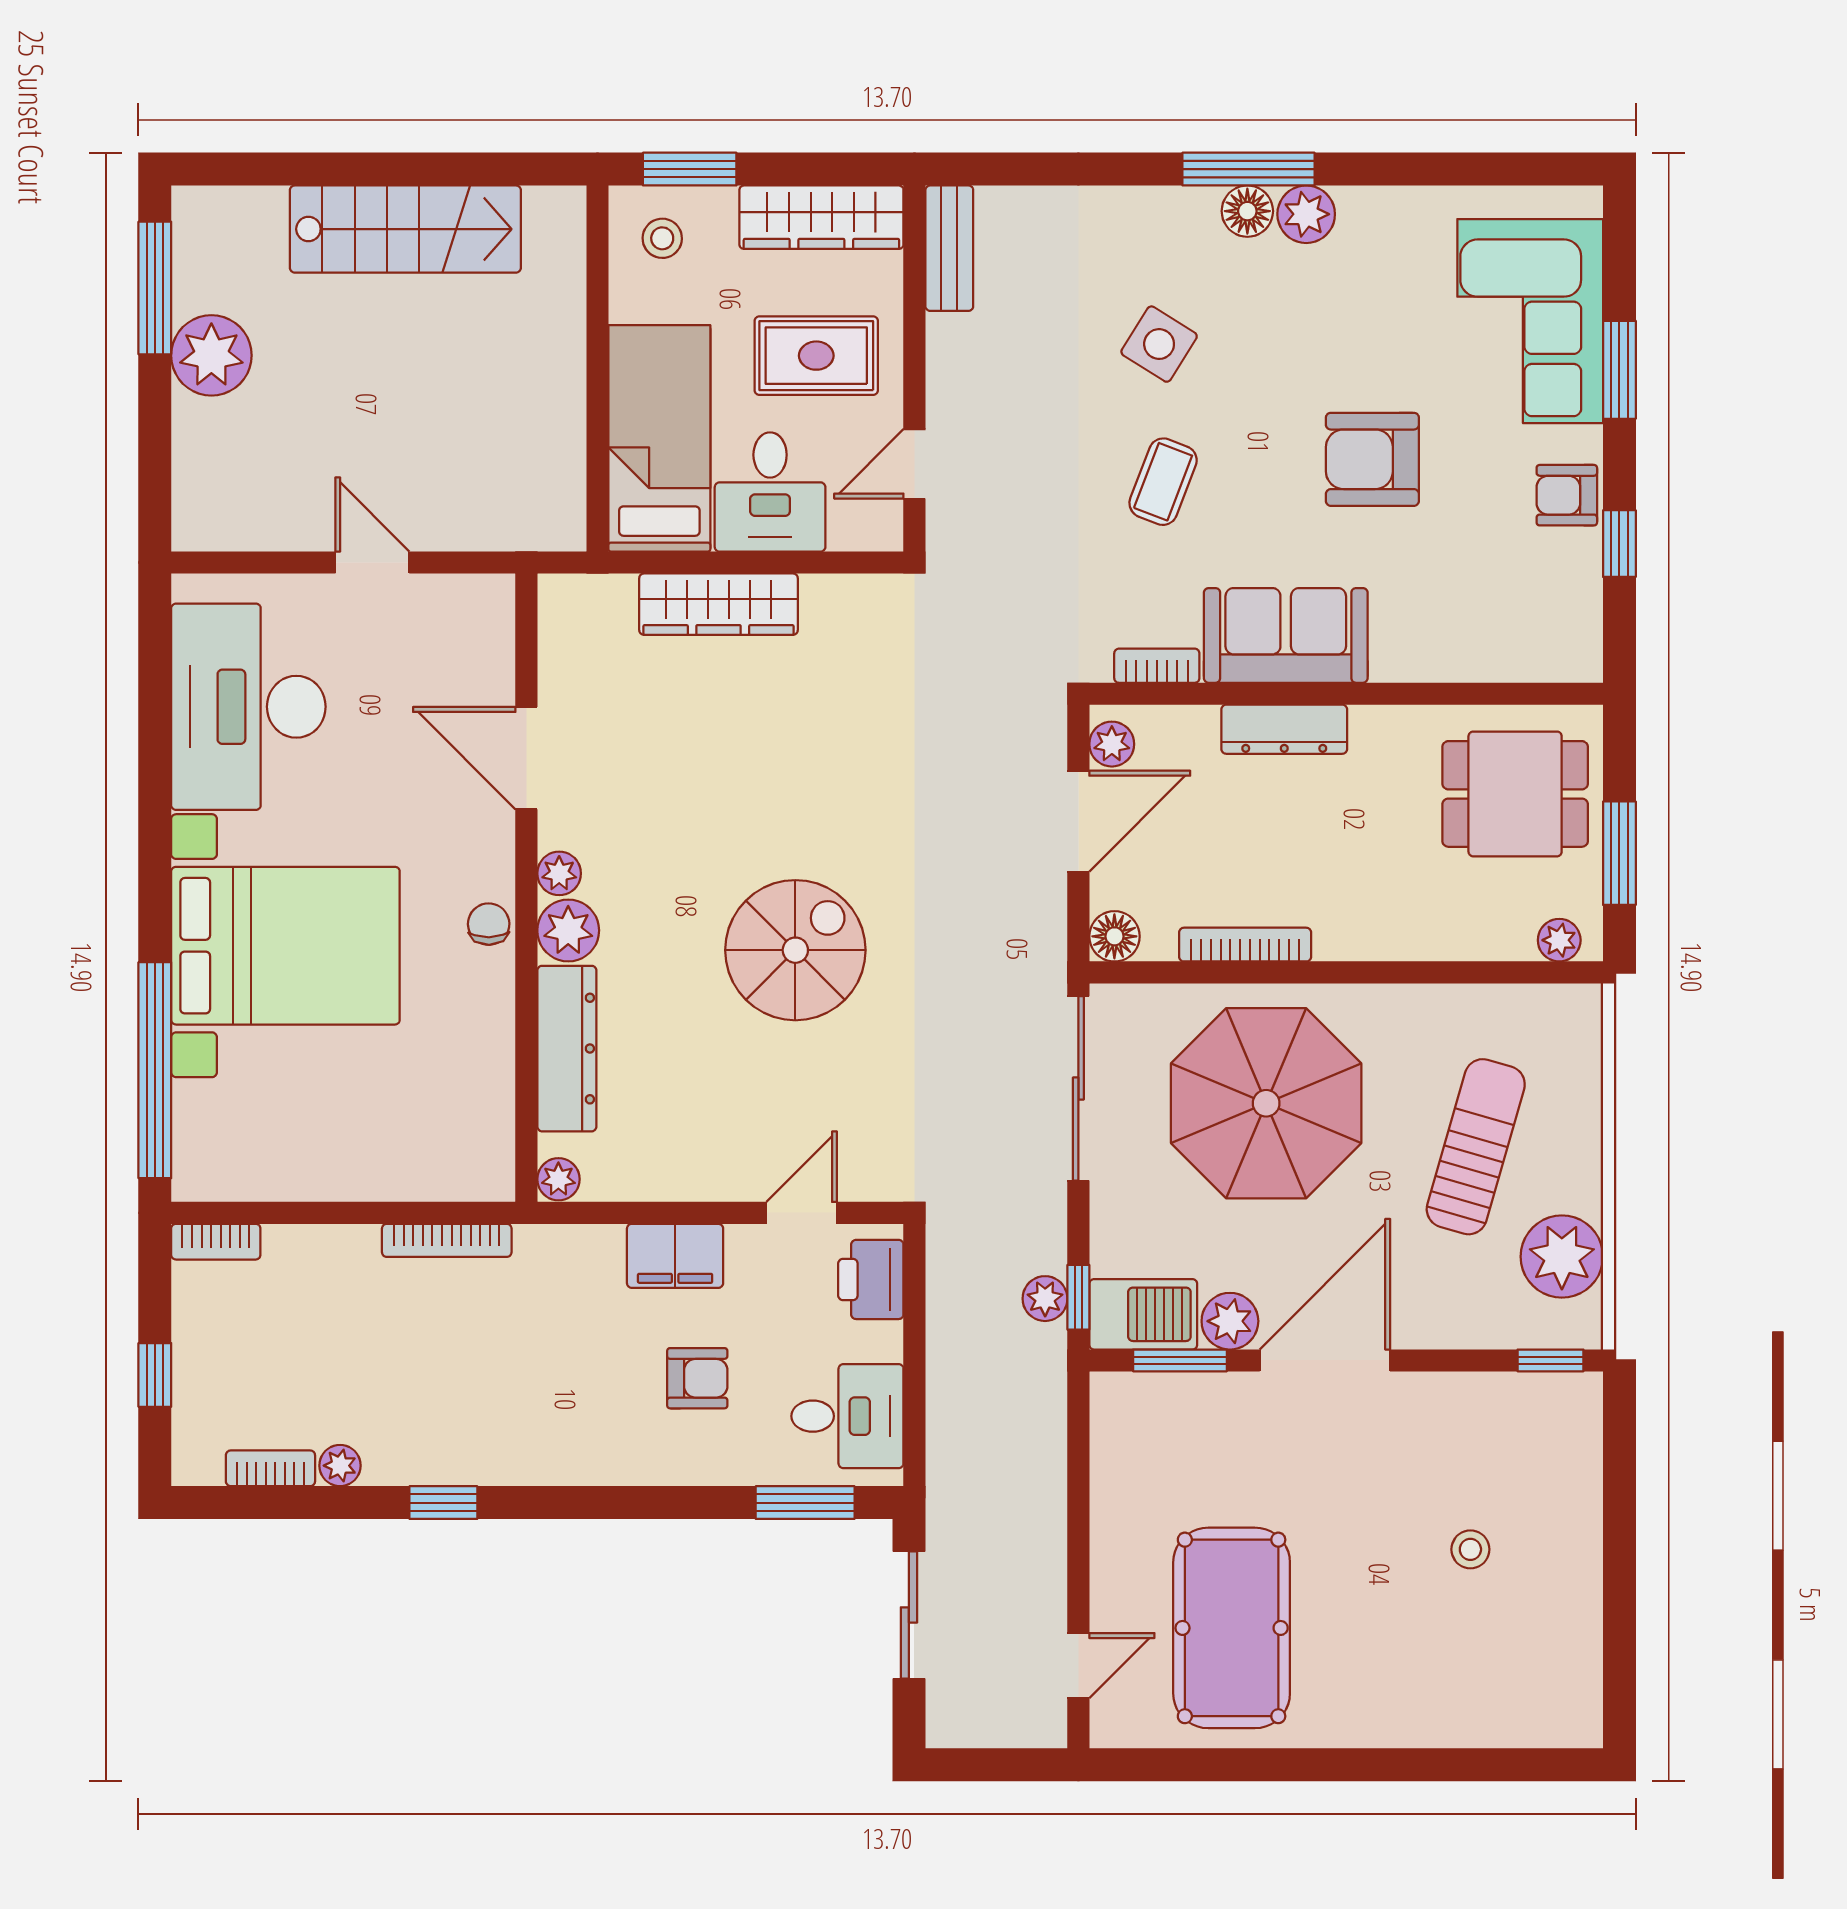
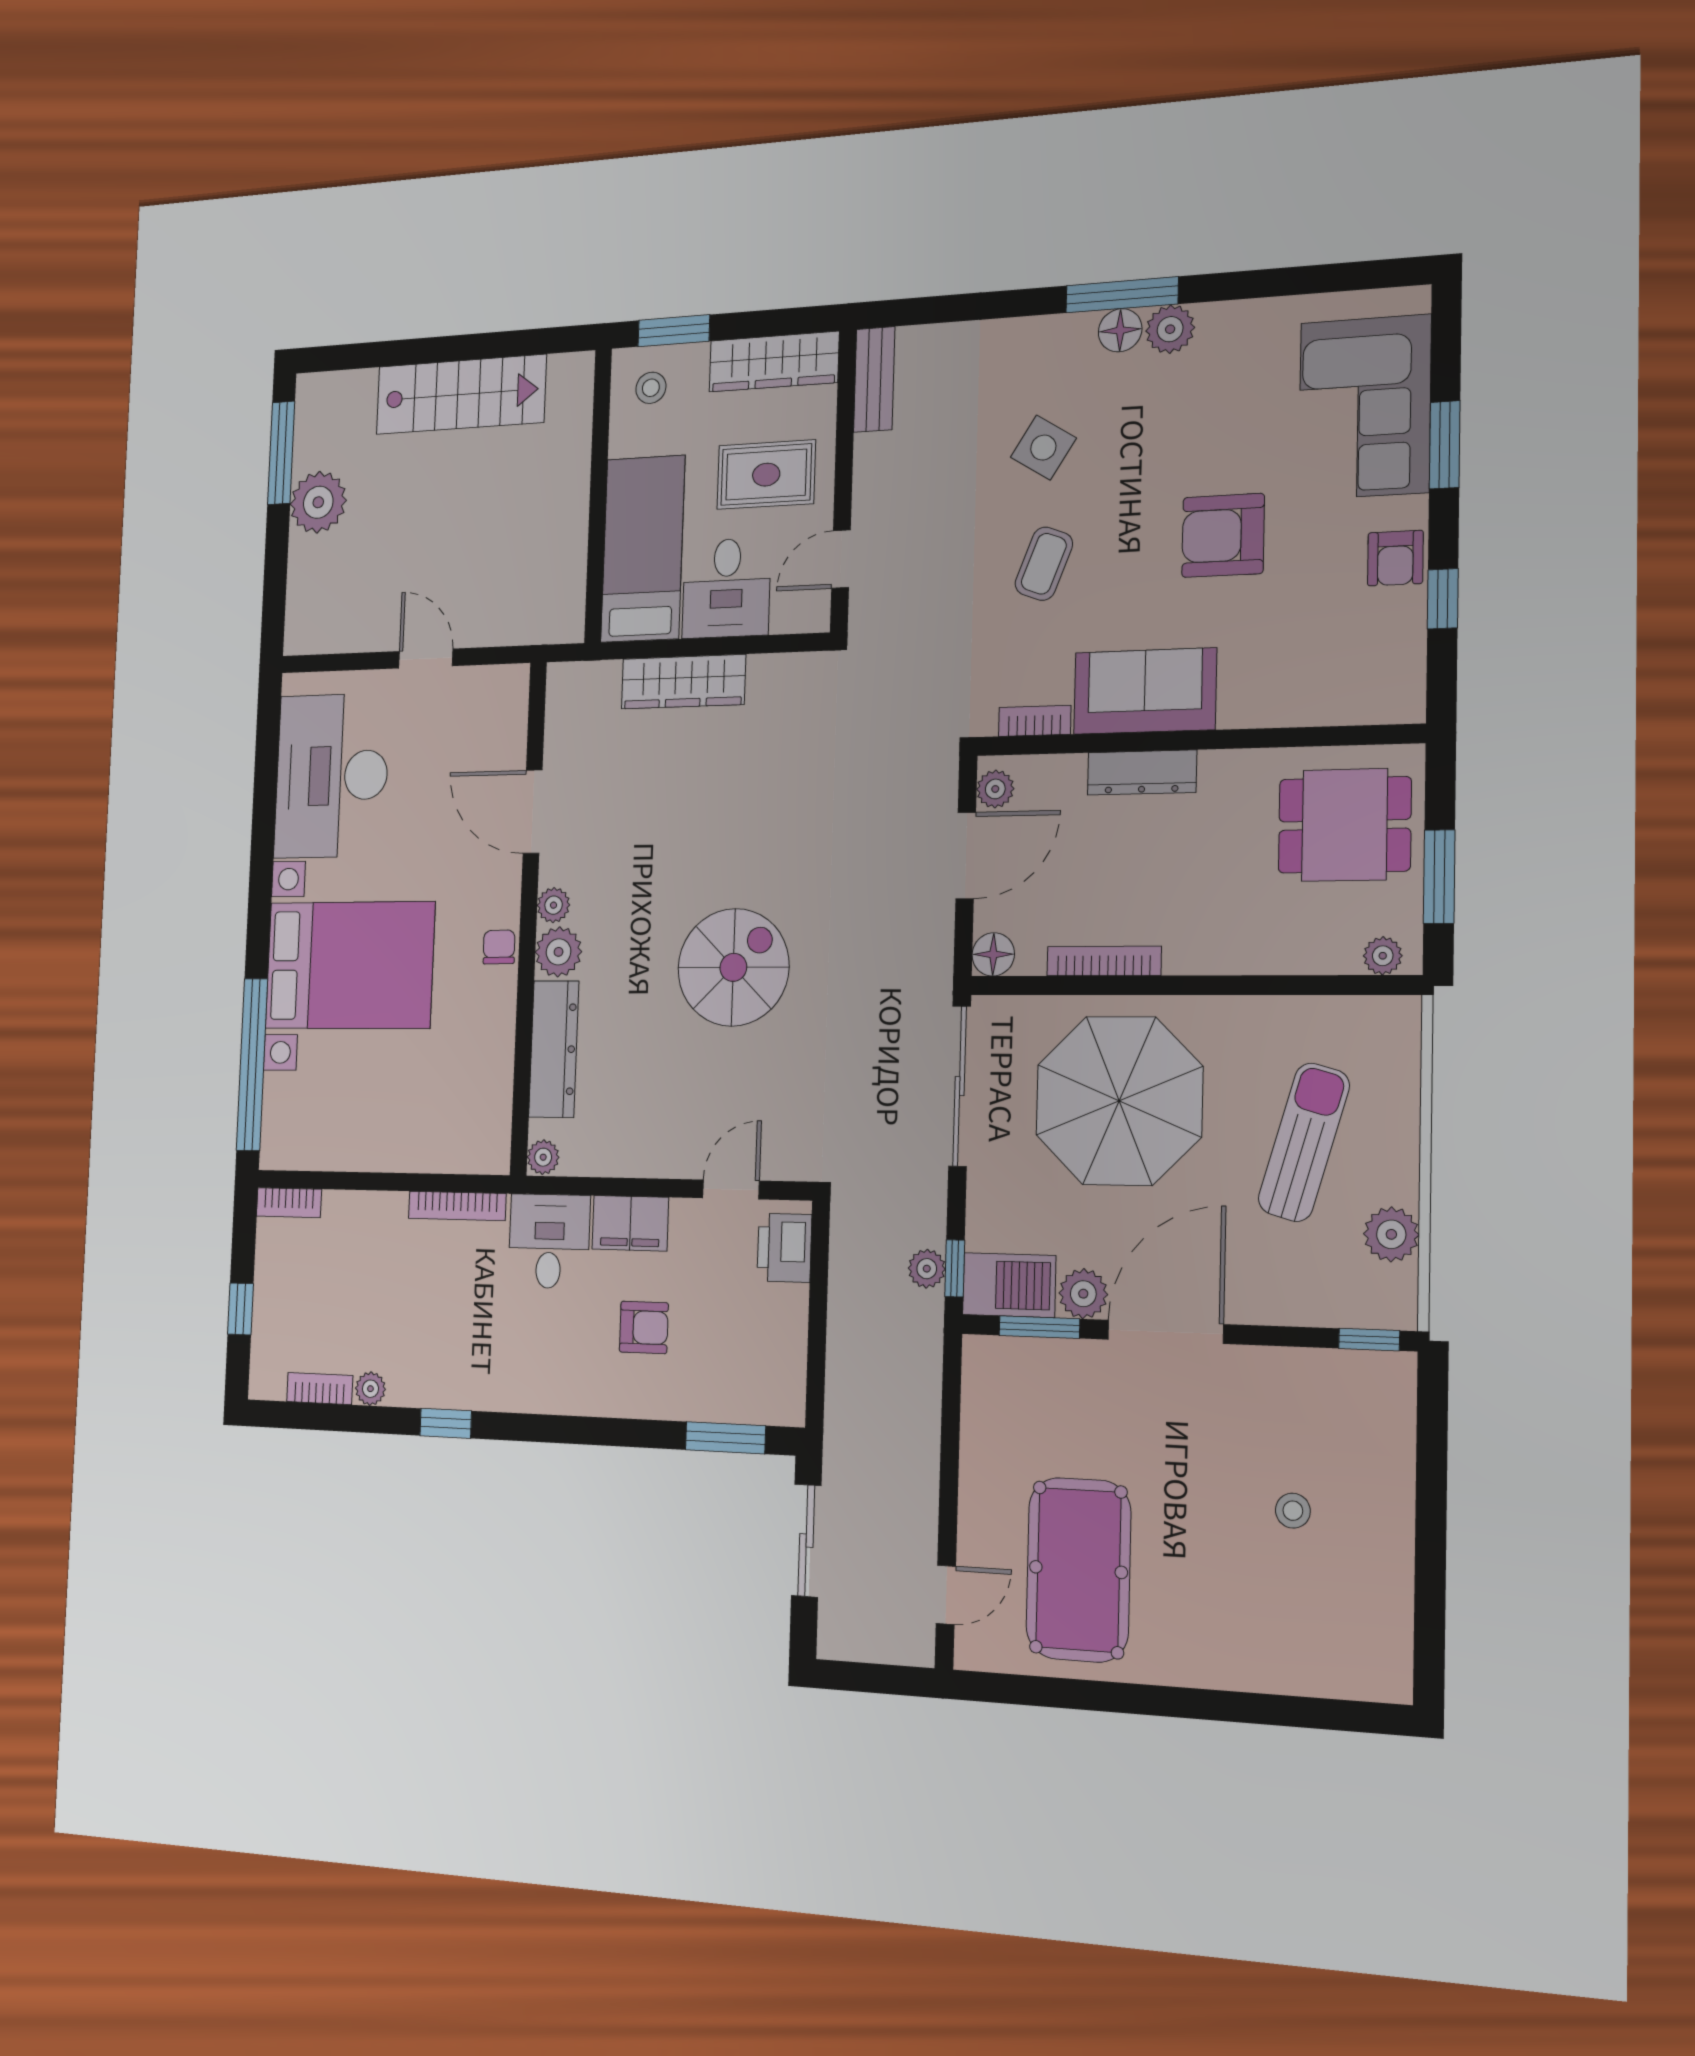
armchair: (1567, 495) -> (1395, 558), turned -90
plant: (1562, 1257) -> (1391, 1234), width x0.73, depth x0.73
desk: (847, 1416) -> (549, 1241), moved, turned -90

